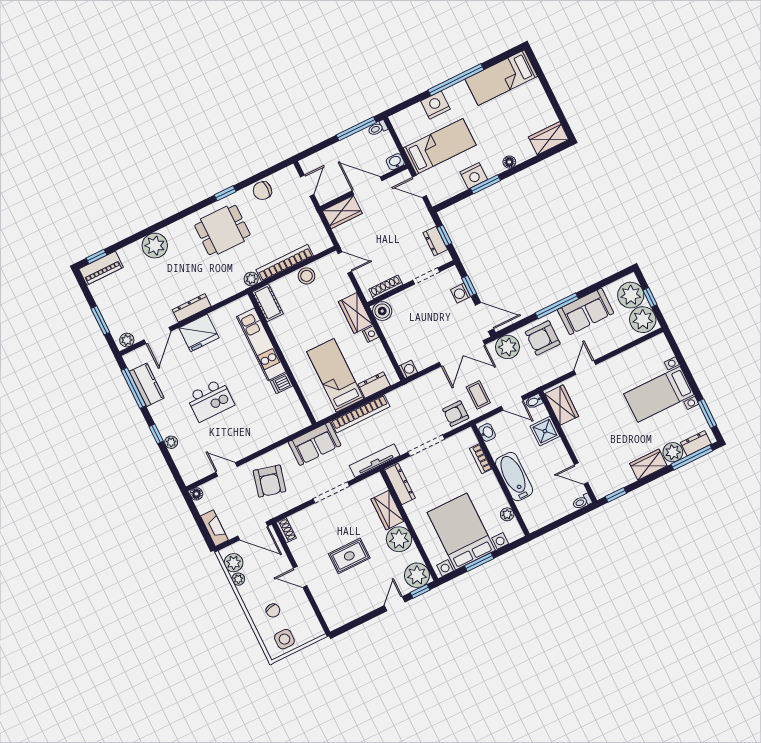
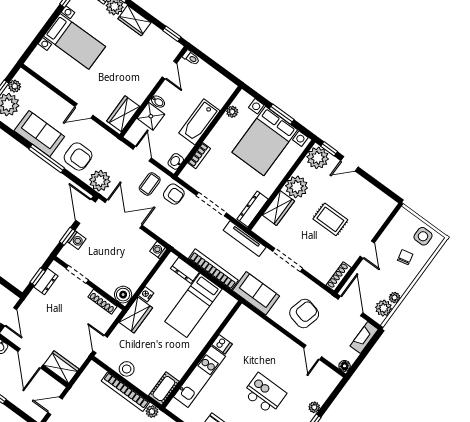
plant: (643, 320) -> (15, 86), width x0.53, depth x0.53
bidet: (534, 401) -> (158, 102), moved
shoe rack: (286, 530) -> (339, 276), width x1.43

